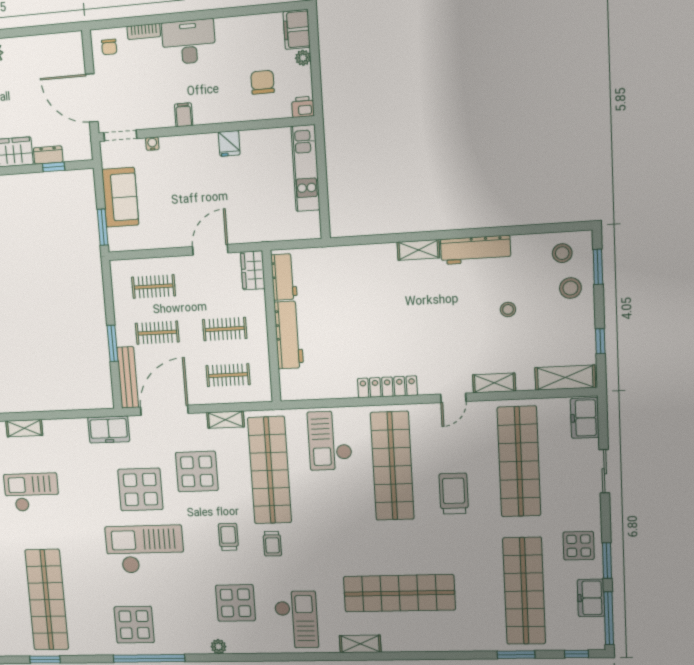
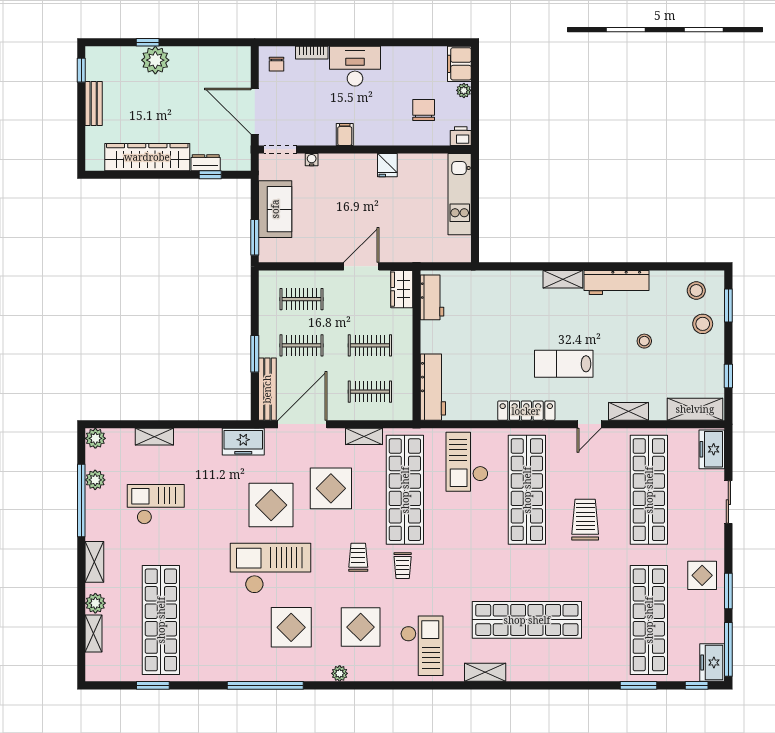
workbench: (289, 335) -> (433, 387), moved
lab bench: (424, 337) -> (564, 364), added
freezer: (591, 598) -> (712, 663), moved
display table: (134, 625) -> (291, 627), moved

